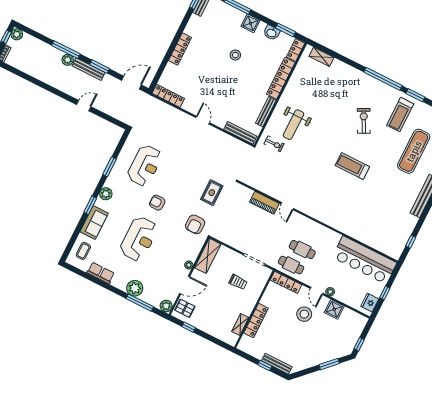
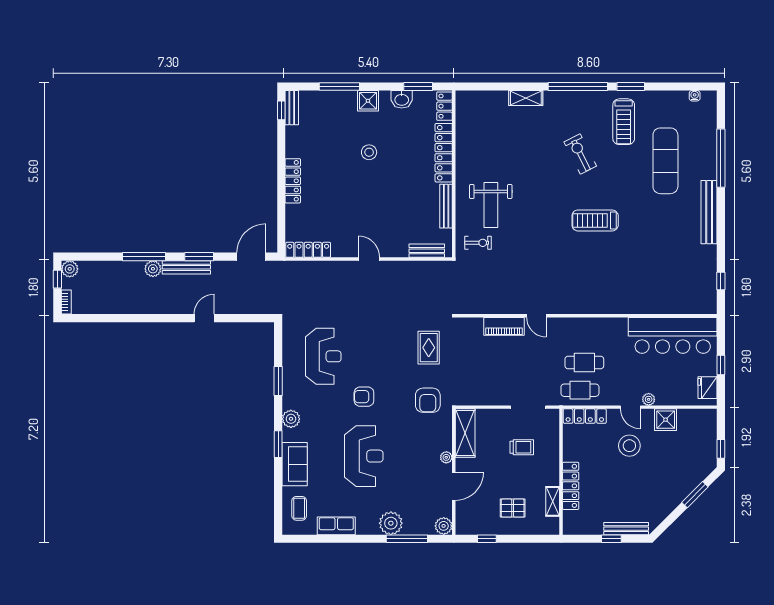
shelving: (321, 57) -> (526, 98), moved
bench: (240, 133) -> (427, 251), width x0.73
pallet: (185, 308) -> (513, 508), moved

